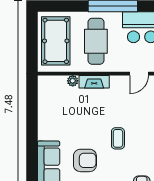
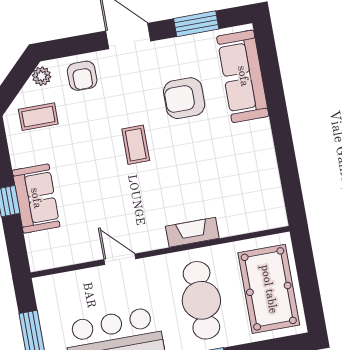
door: (139, 74) -> (120, 259), hinge flipped
plant: (73, 81) -> (229, 227), removed

